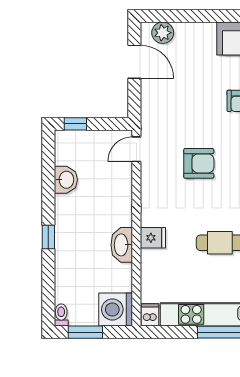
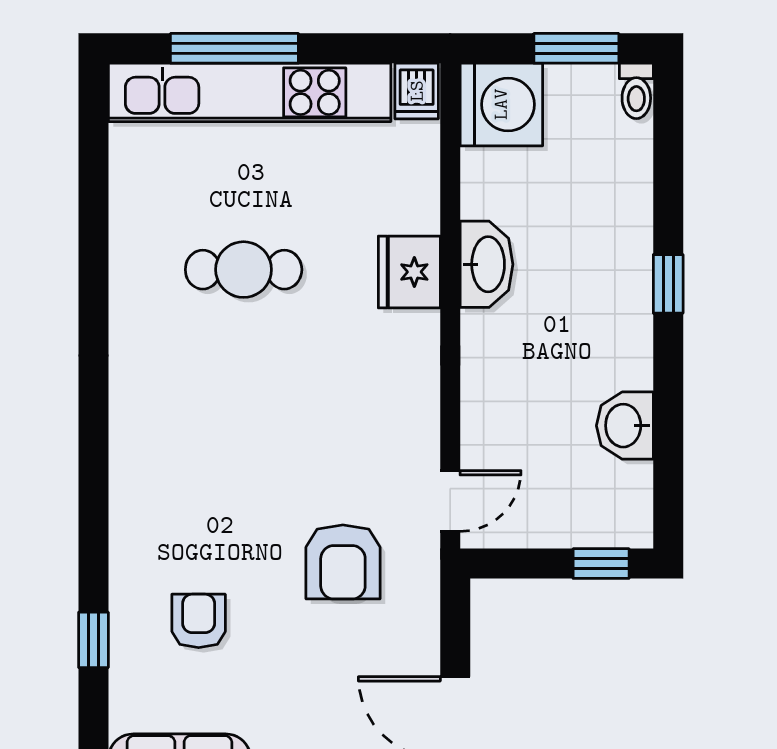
armchair: (199, 163) -> (343, 562), moved, turned -90
fridge: (153, 238) -> (409, 272), width x1.38

